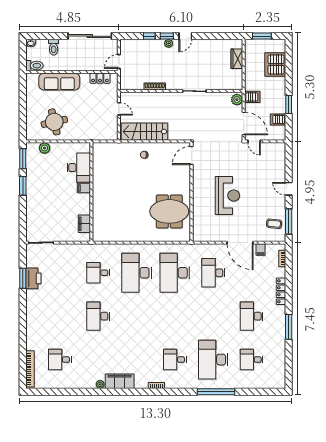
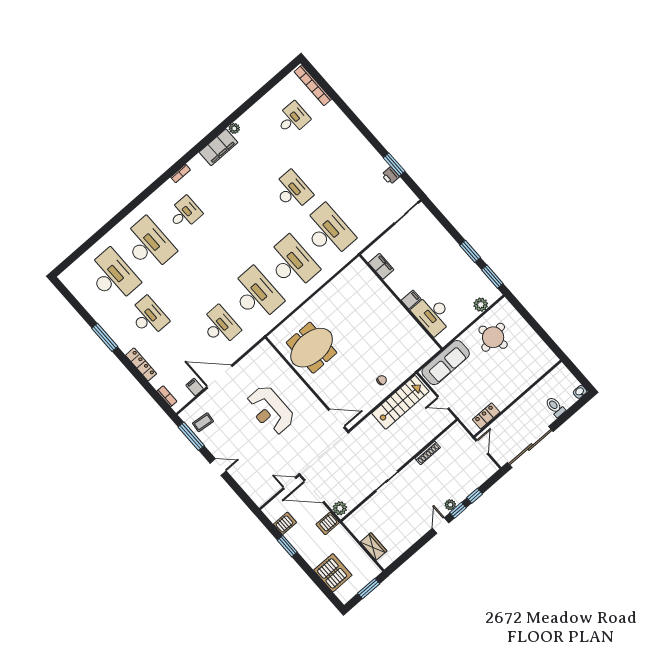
toilet: (34, 66) -> (558, 374), removed
sofa: (59, 81) -> (446, 363), moved, turned 180
door: (191, 155) -> (337, 418), hinge flipped
desk: (98, 273) -> (328, 232), width x1.87, depth x1.30
printer: (33, 278) -> (390, 176), width x0.53, depth x0.68
desk: (252, 360) -> (113, 276), width x1.87, depth x1.30
window: (216, 392) -> (119, 217), removed

